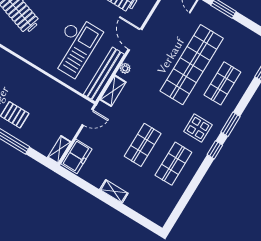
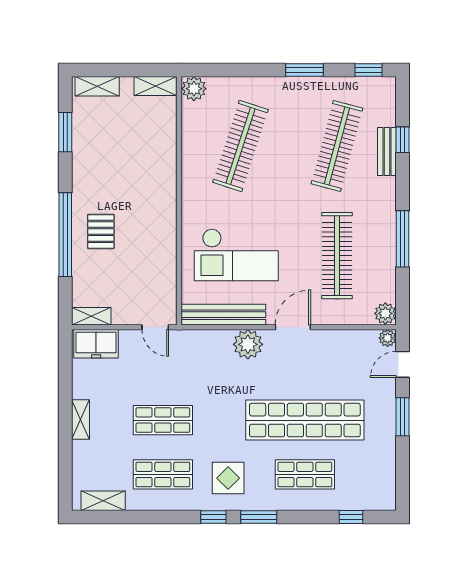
plant: (125, 68) -> (248, 344), width x1.88, depth x1.88
shelving: (113, 91) -> (103, 501), moved

